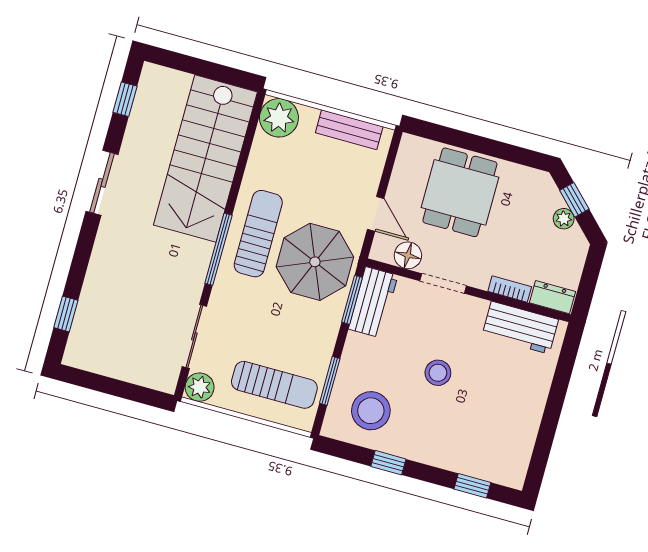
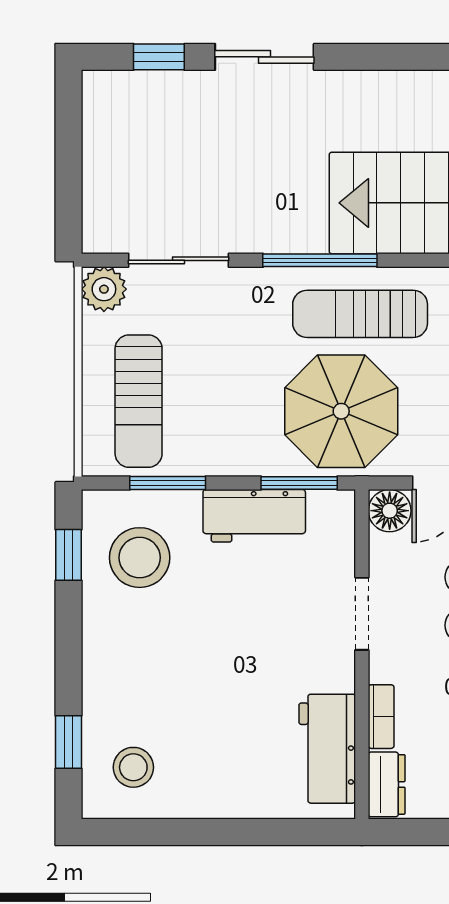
sliding door: (102, 183) -> (264, 57), moved
sun lounger: (258, 234) -> (360, 314), turned 180
floor lamp: (408, 255) -> (390, 511), moved
workbench: (373, 302) -> (254, 516), moved
stool: (438, 373) -> (133, 767), moved
window: (388, 463) -> (68, 555), moved

